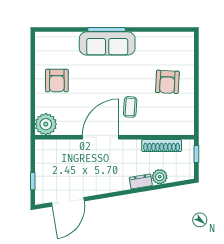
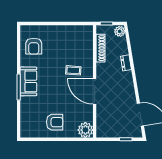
sofa: (107, 43) -> (28, 81), width x0.73
armchair: (167, 82) -> (34, 46), moved, turned 87
plant: (160, 177) -> (120, 31), moved

